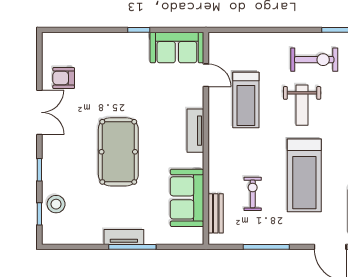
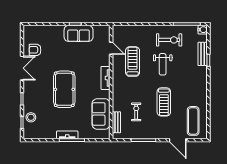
sofa: (177, 47) -> (79, 33), moved
treadmill: (246, 100) -> (133, 62), turned 180
treadmill: (304, 175) -> (164, 102), width x0.73, depth x0.73

